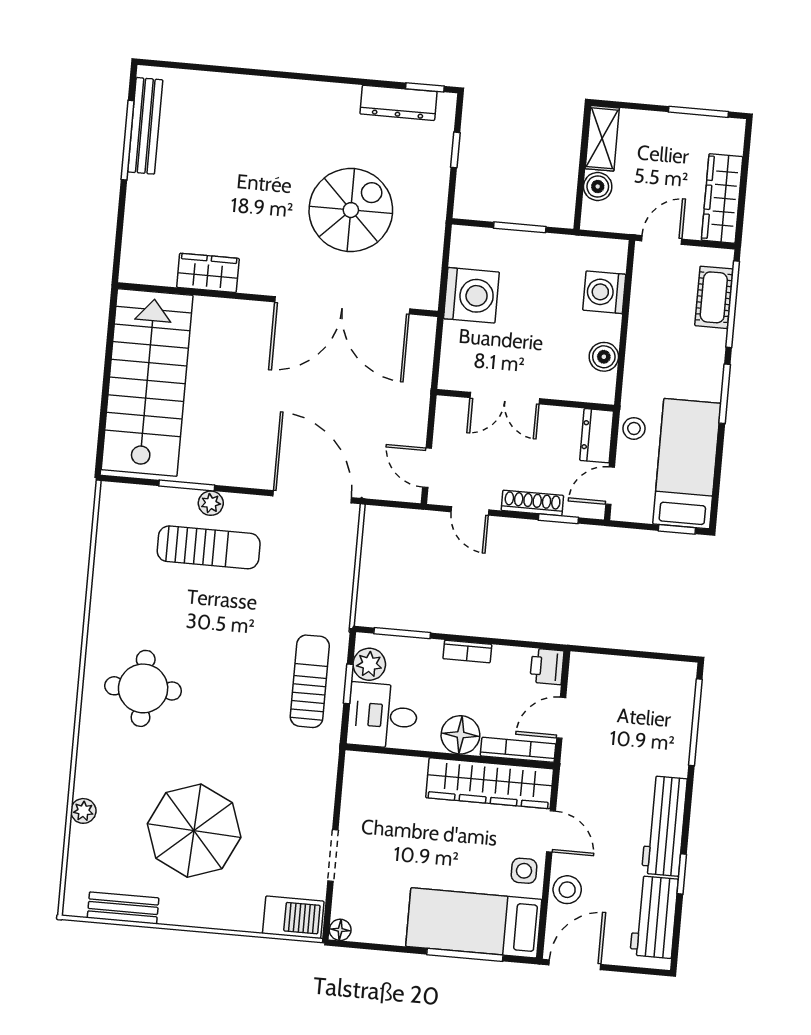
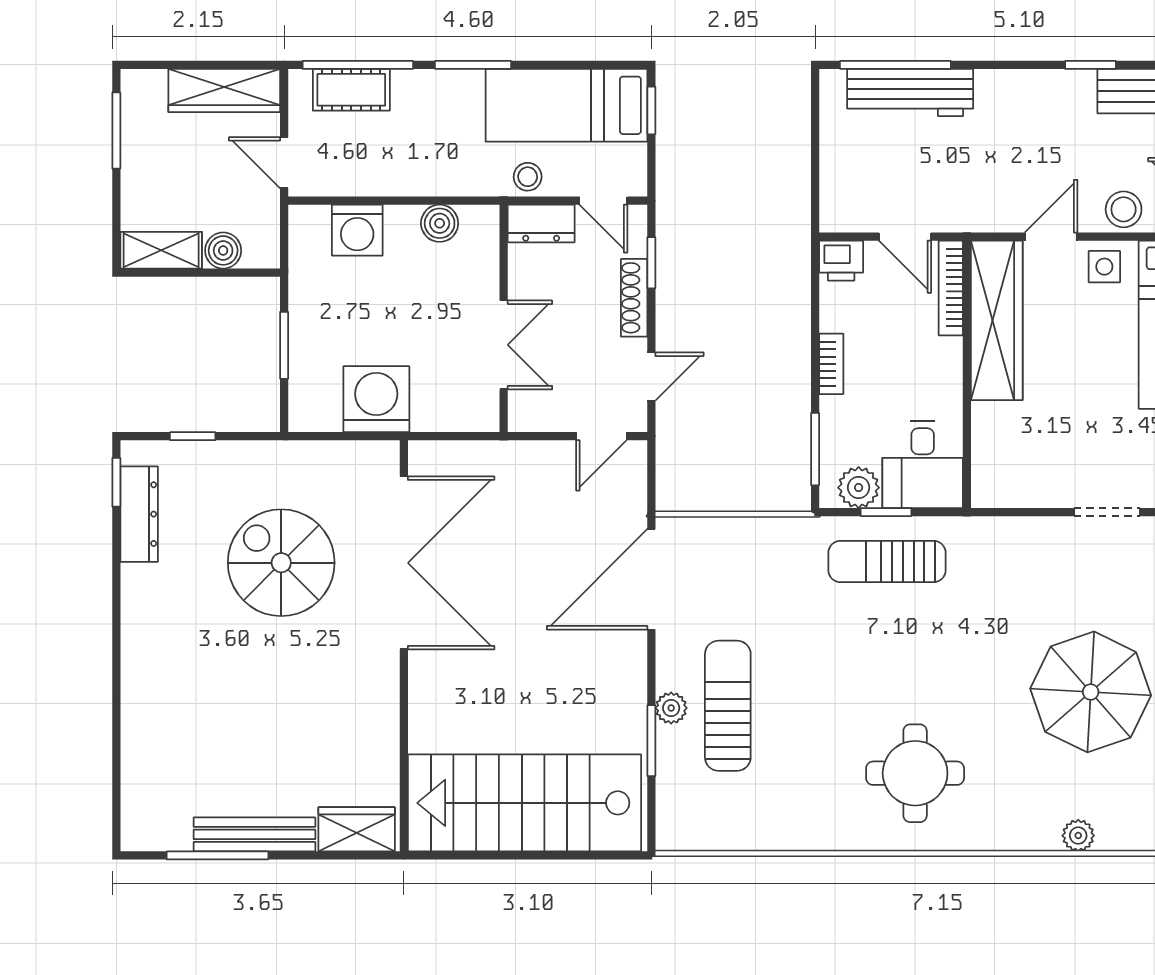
bench: (145, 126) -> (254, 834), moved
wardrobe: (208, 273) -> (357, 829), moved, turned 90
floor lamp: (460, 735) -> (938, 363), removed
workbench: (664, 826) -> (910, 93), moved

